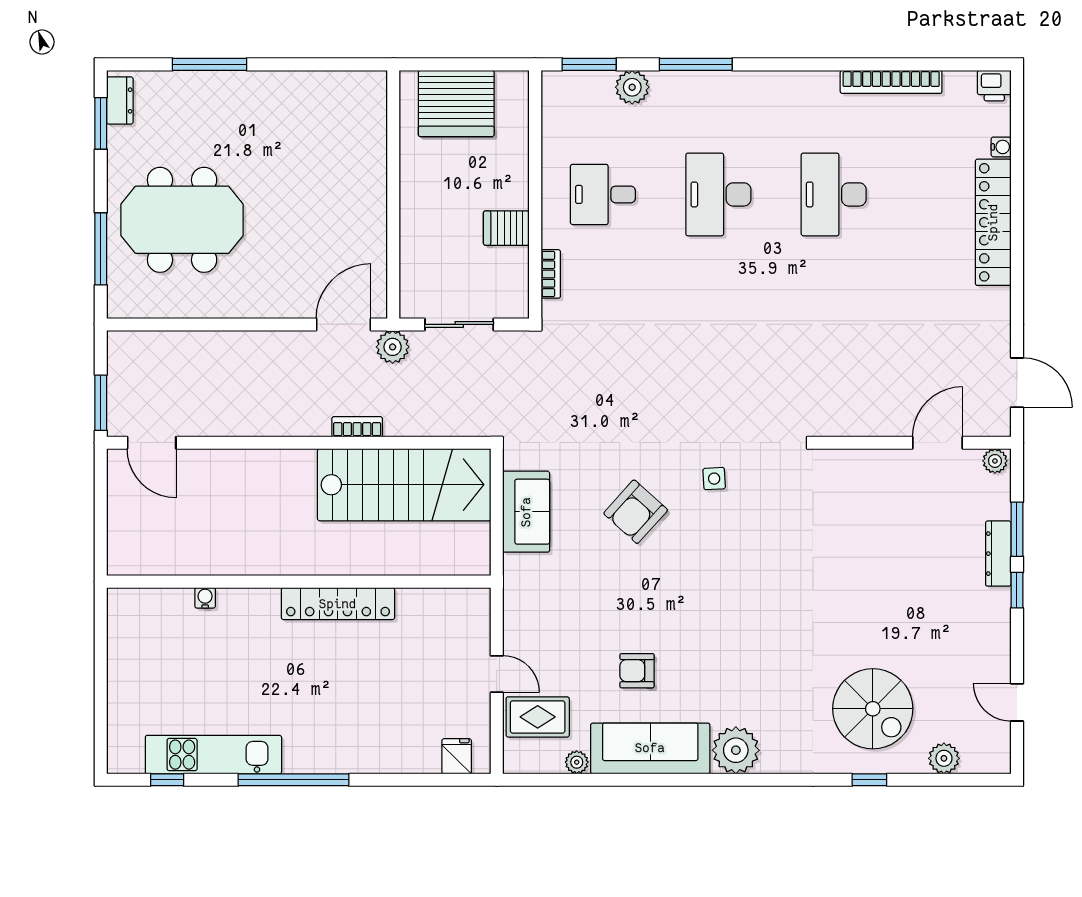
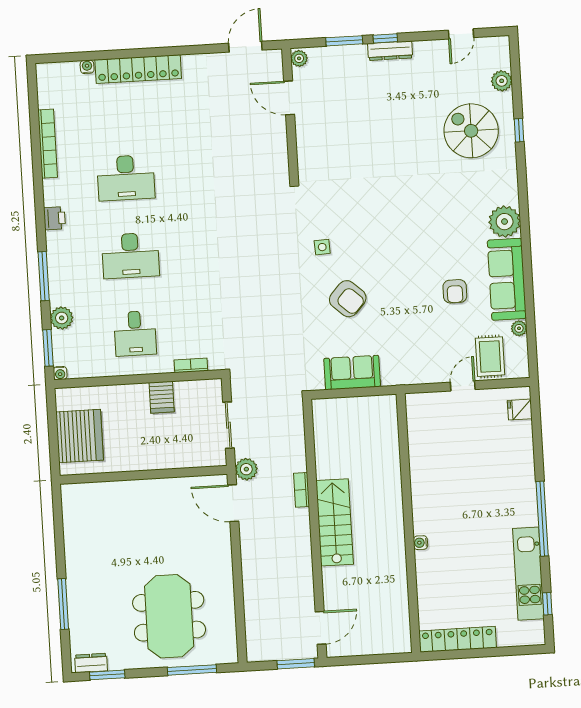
water cooler: (551, 80) -> (60, 373), added
printer: (994, 86) -> (55, 218), moved
stairs: (404, 485) -> (335, 522), moved, width x0.73, depth x0.66
dresser: (998, 554) -> (390, 51), moved
water cooler: (205, 598) -> (420, 543), moved
locker: (338, 604) -> (458, 639), moved, turned -90
spiral stairs: (873, 709) -> (471, 131), turned -90

